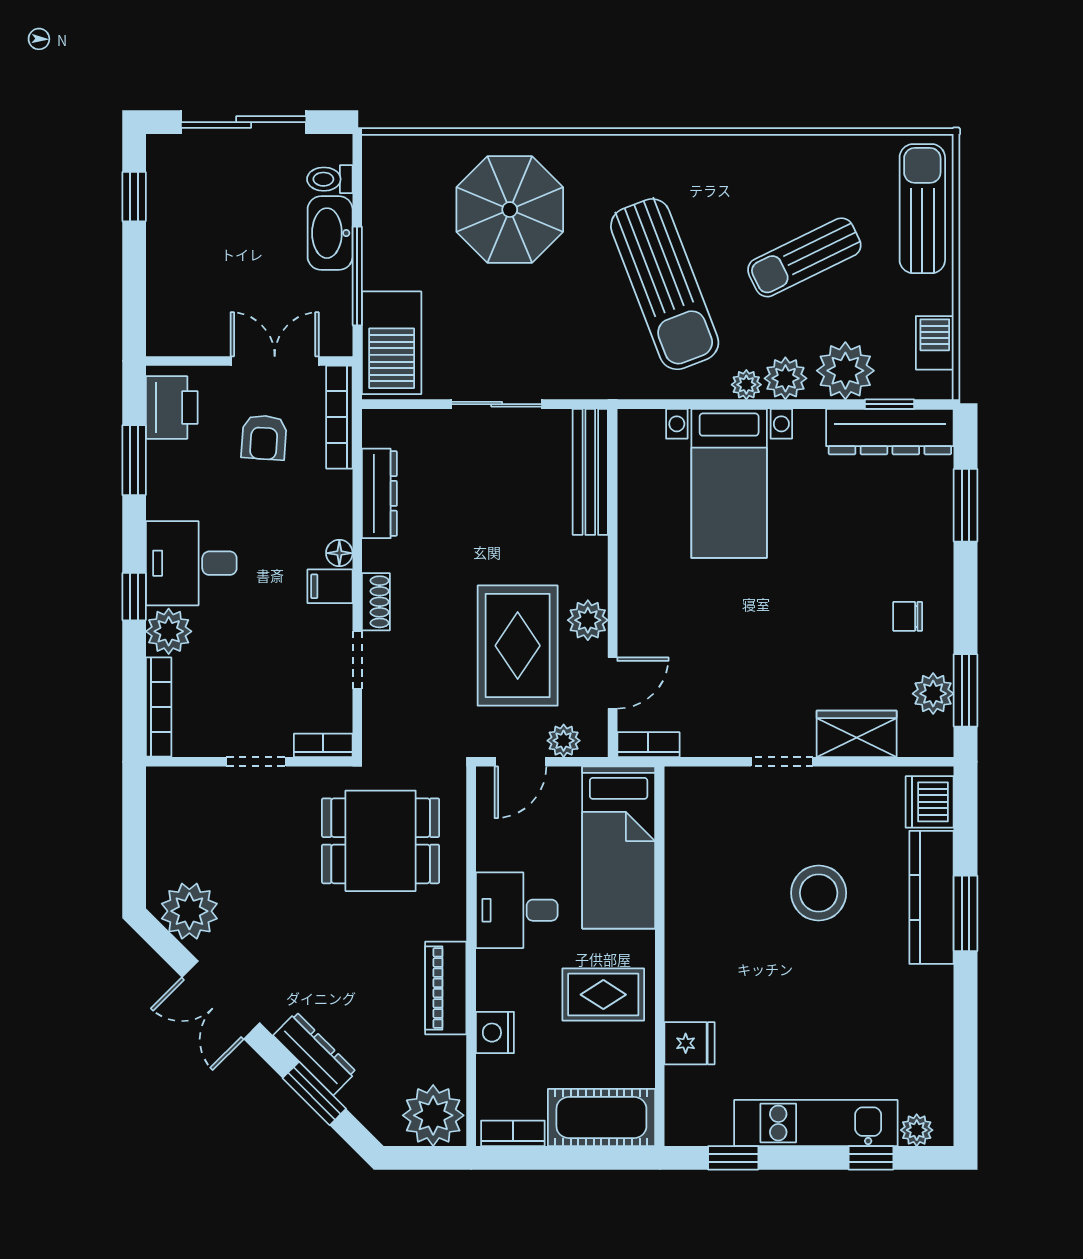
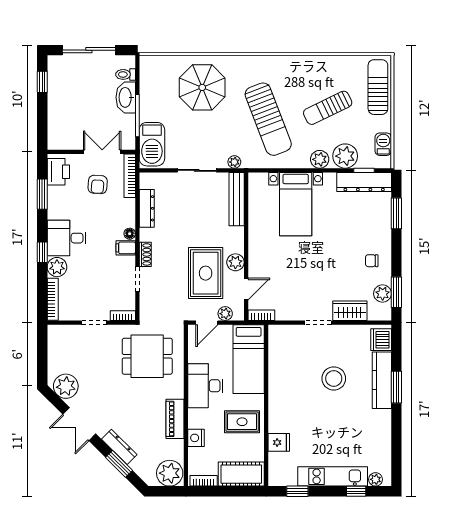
plant: (746, 385) -> (234, 162), moved
desk: (517, 910) -> (205, 386), width x1.37

